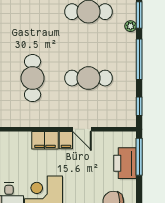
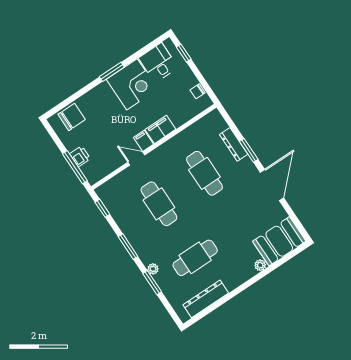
window: (139, 59) -> (128, 247), width x0.69
cafe table: (88, 78) -> (159, 204), turned 90
printer: (125, 163) -> (80, 156), width x0.53, depth x0.68

